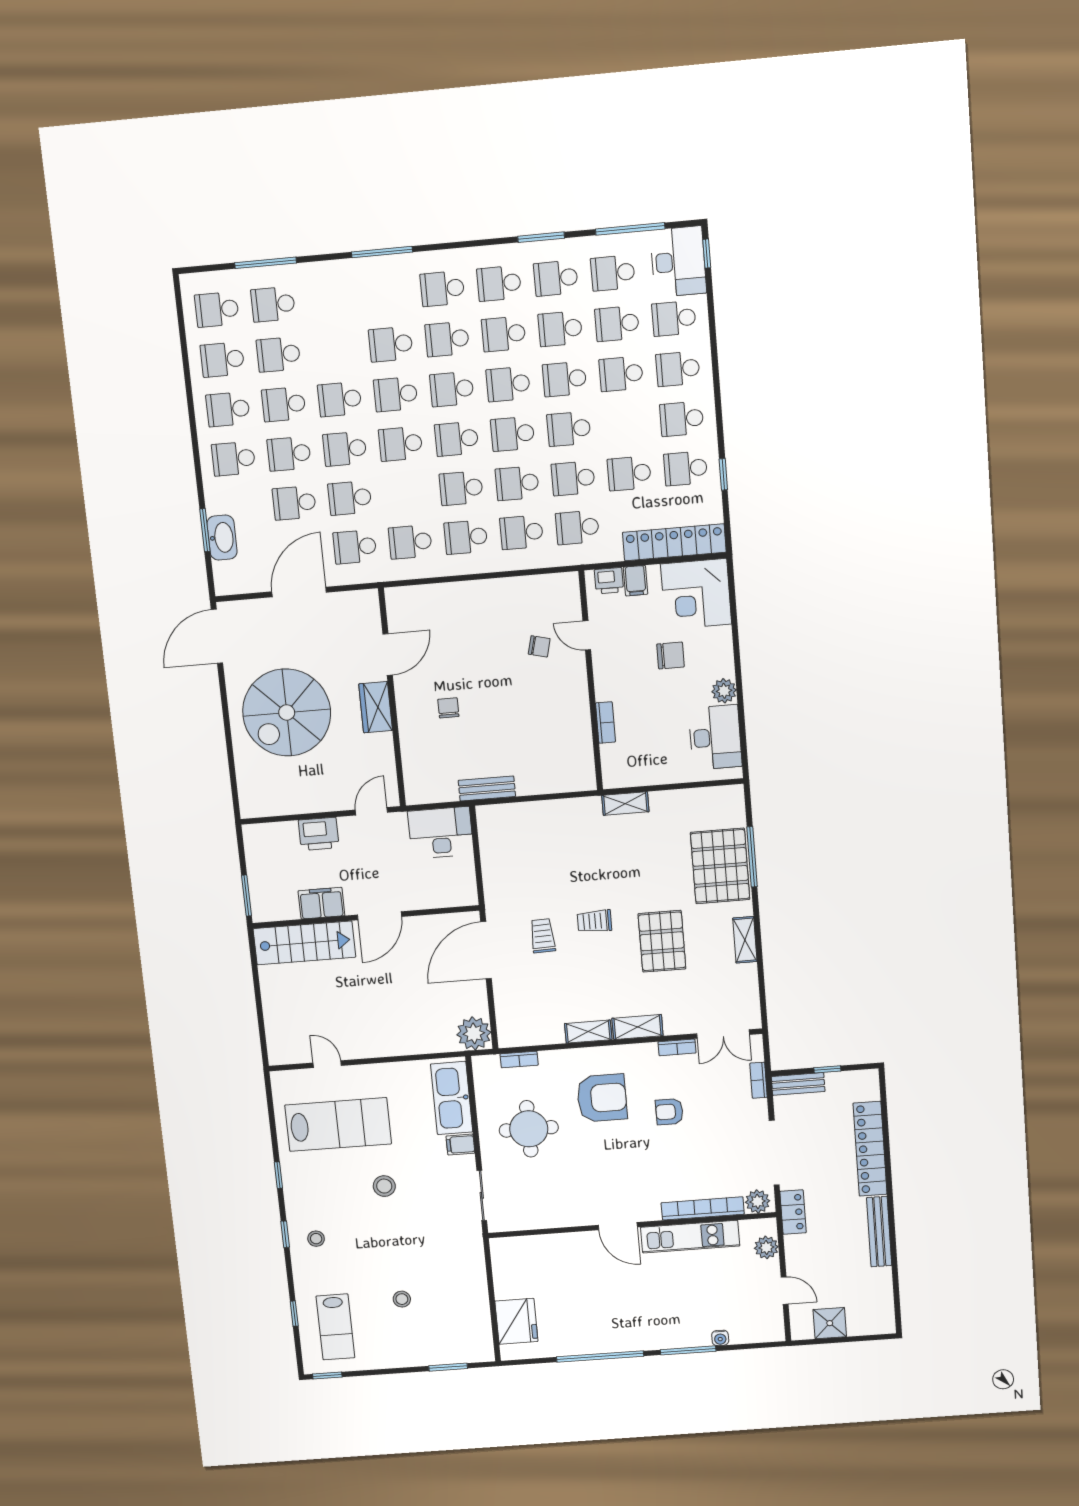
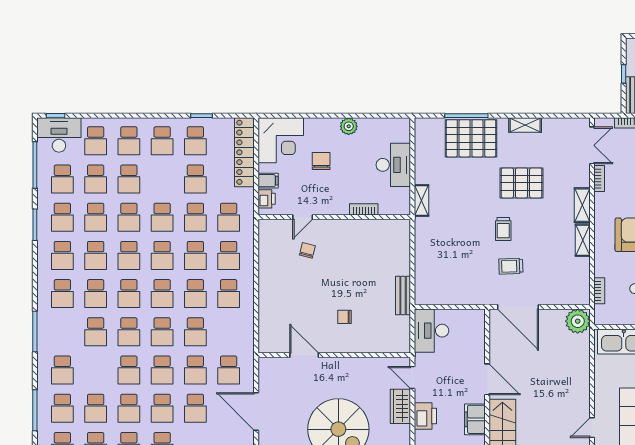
school desk: (329, 299) -> (62, 370), added
school desk: (410, 542) -> (195, 332), moved
wardrobe: (376, 707) -> (400, 406), moved, turned 90
desk: (715, 737) -> (393, 165), moved, turned 90

